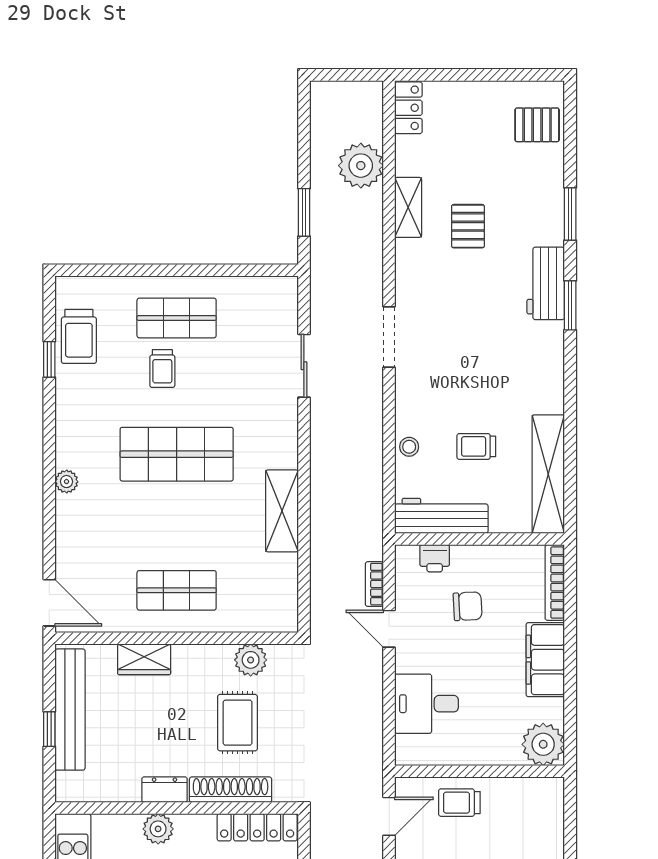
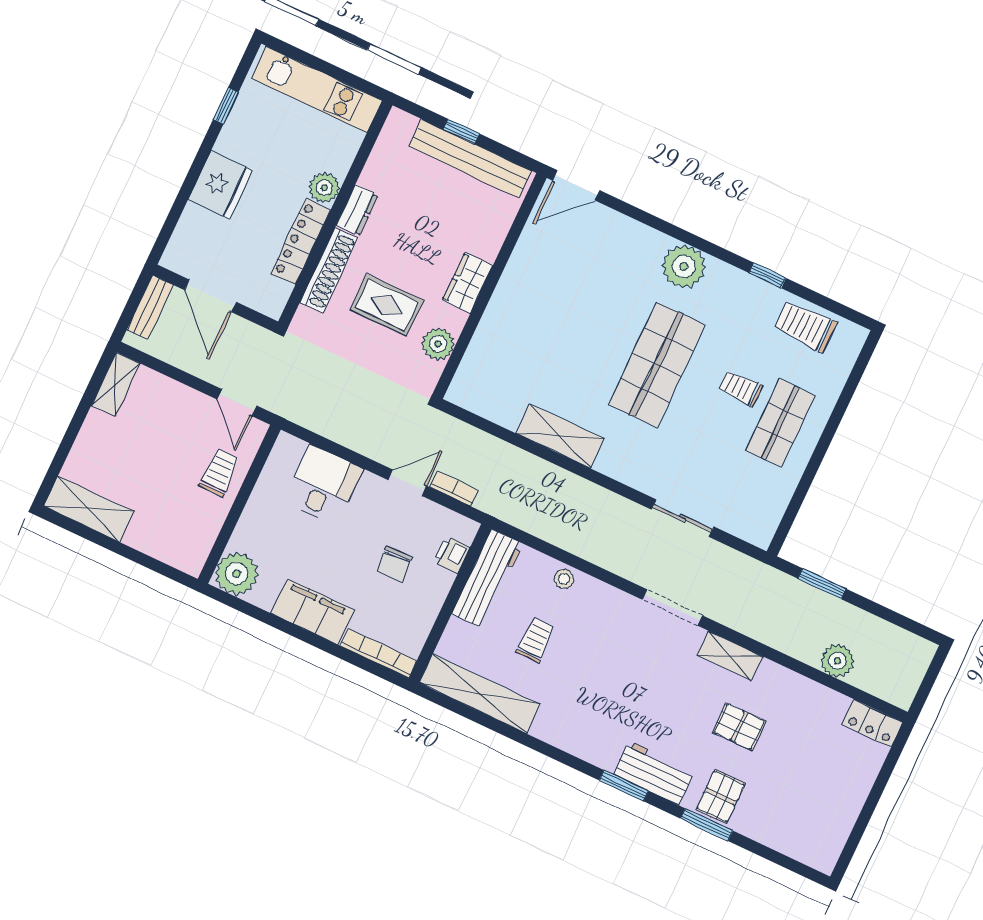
pallet: (537, 125) -> (721, 796), moved
plant: (361, 166) -> (838, 661), width x0.73, depth x0.73
shelving: (408, 207) -> (730, 656), moved
window: (49, 359) -> (767, 275), moved
plant: (67, 482) -> (684, 266), width x1.87, depth x1.87
shop shelf: (177, 590) -> (533, 306), removed
wardrobe: (144, 659) -> (468, 283), moved
locker: (257, 827) -> (301, 242), moved

